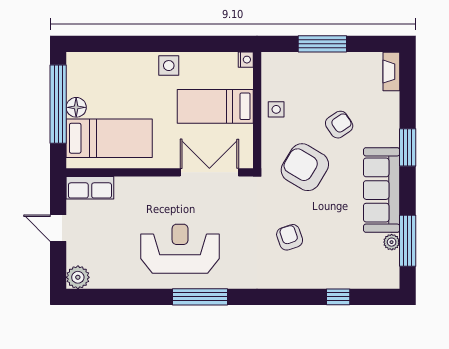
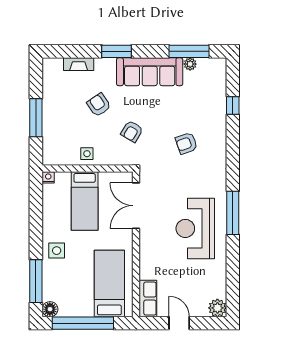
window: (112, 44) -> (36, 281), added
side table: (169, 66) -> (57, 251), moved
fireplace: (391, 72) -> (79, 64), moved
floor lamp: (76, 107) -> (50, 309), moved
armchair: (305, 167) -> (132, 131), width x0.53, depth x0.53
door: (58, 228) -> (179, 323), swing flipped

